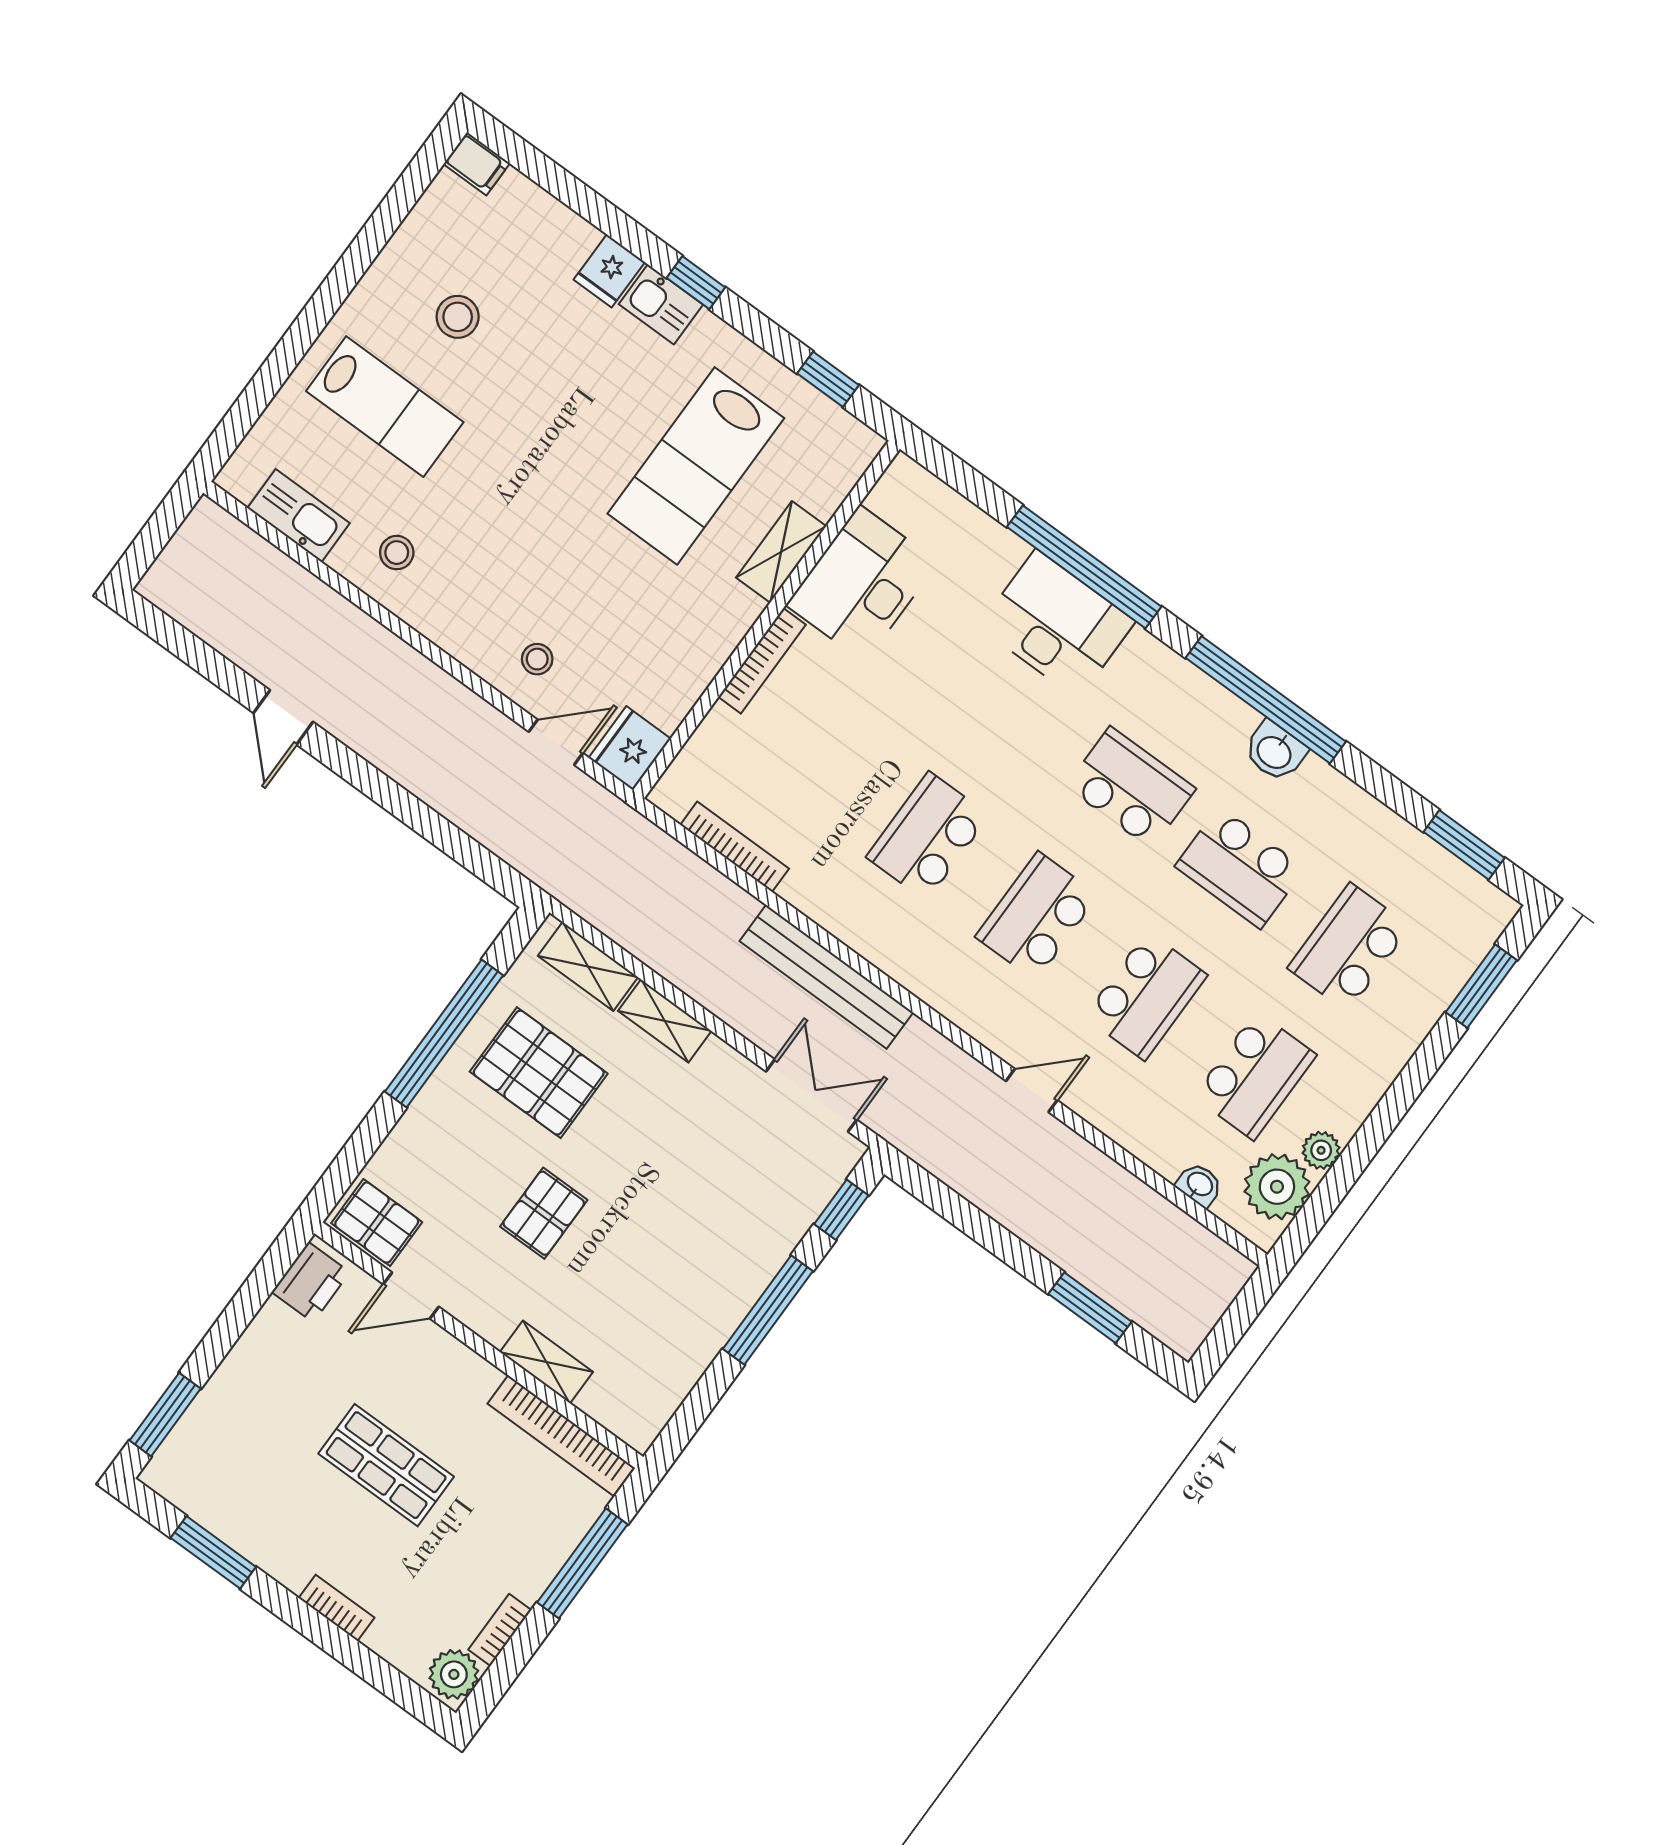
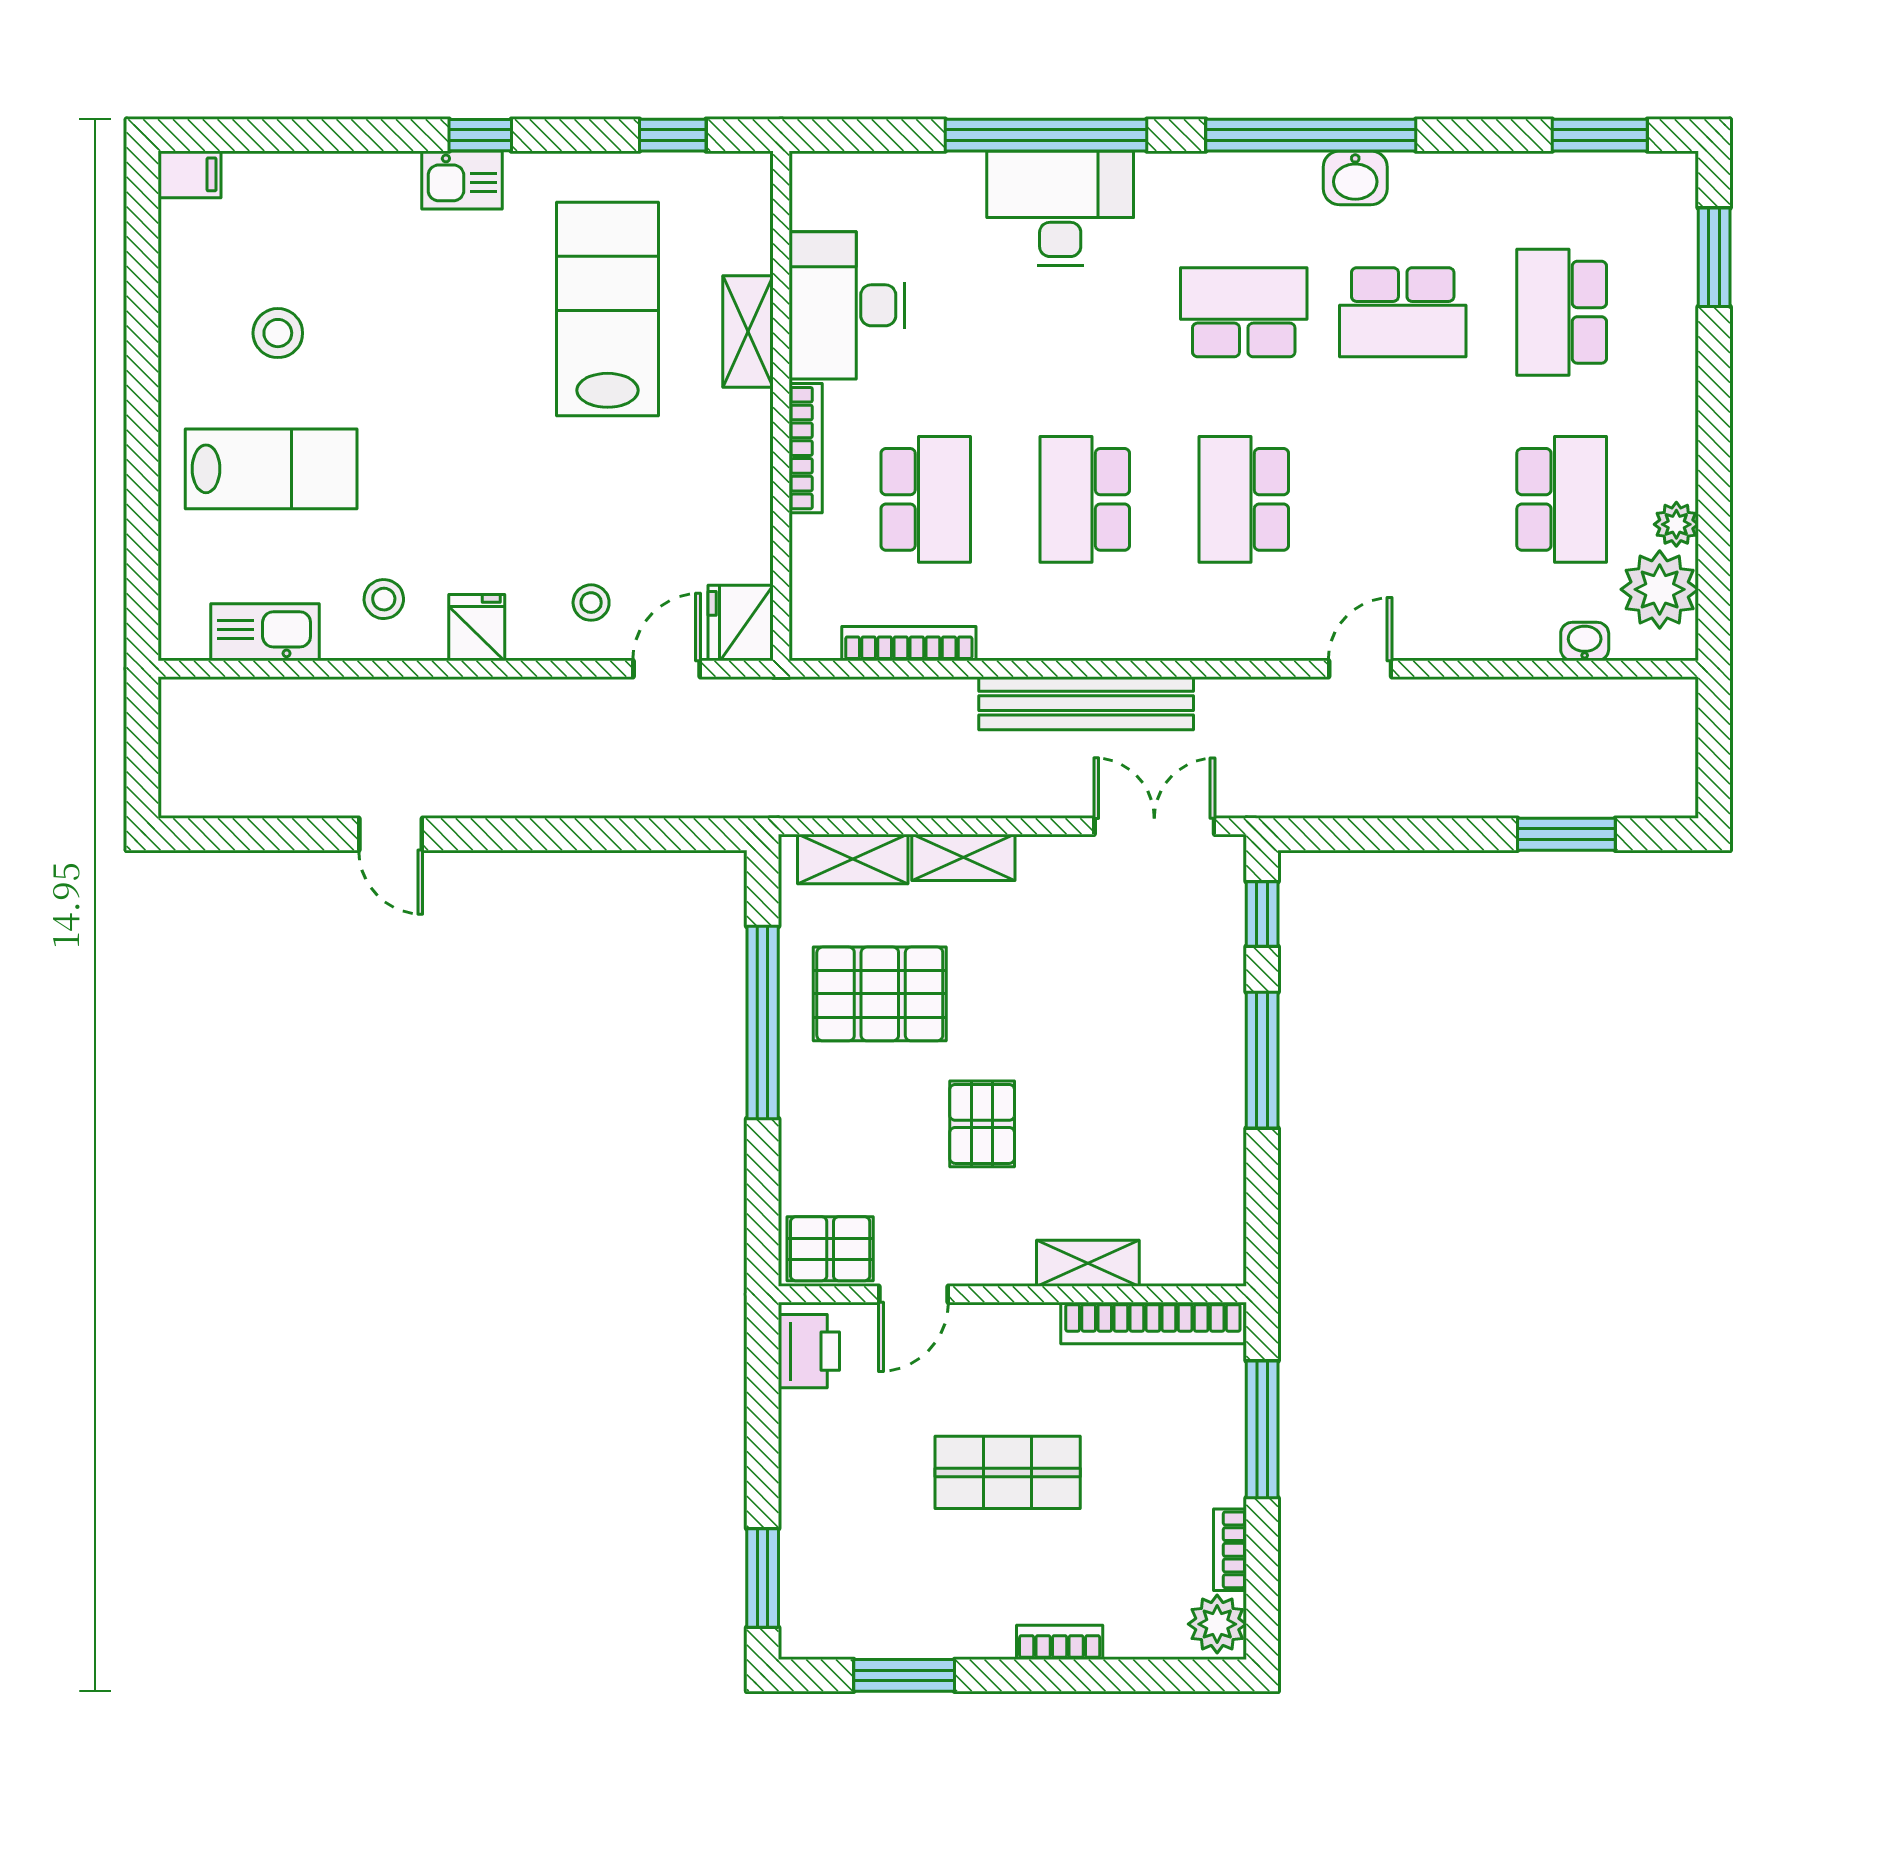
fridge: (609, 271) -> (477, 628), moved, turned 180
lab bench: (696, 466) -> (608, 309), turned 180
school desk: (1146, 996) -> (926, 499), moved

